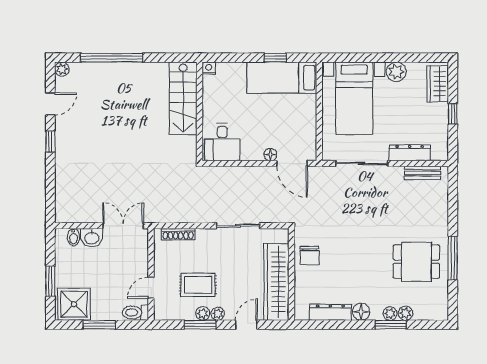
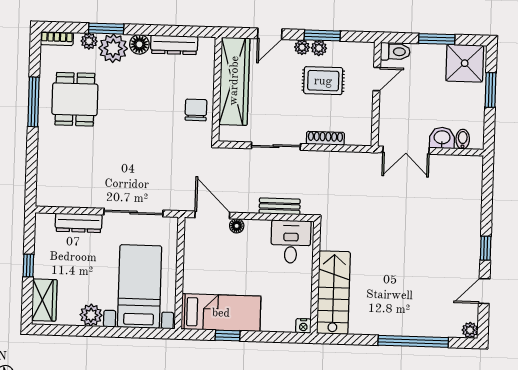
bench: (423, 173) -> (280, 206), moved
shoe rack: (178, 234) -> (325, 138), moved
dining table: (416, 262) -> (75, 99), turned 90
plant: (390, 314) -> (113, 48), width x1.88, depth x1.88
bookcase: (434, 315) -> (57, 39), added

